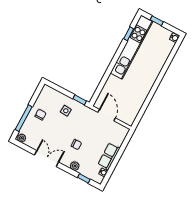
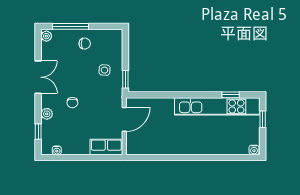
row of seats: (109, 156) -> (106, 147), moved

